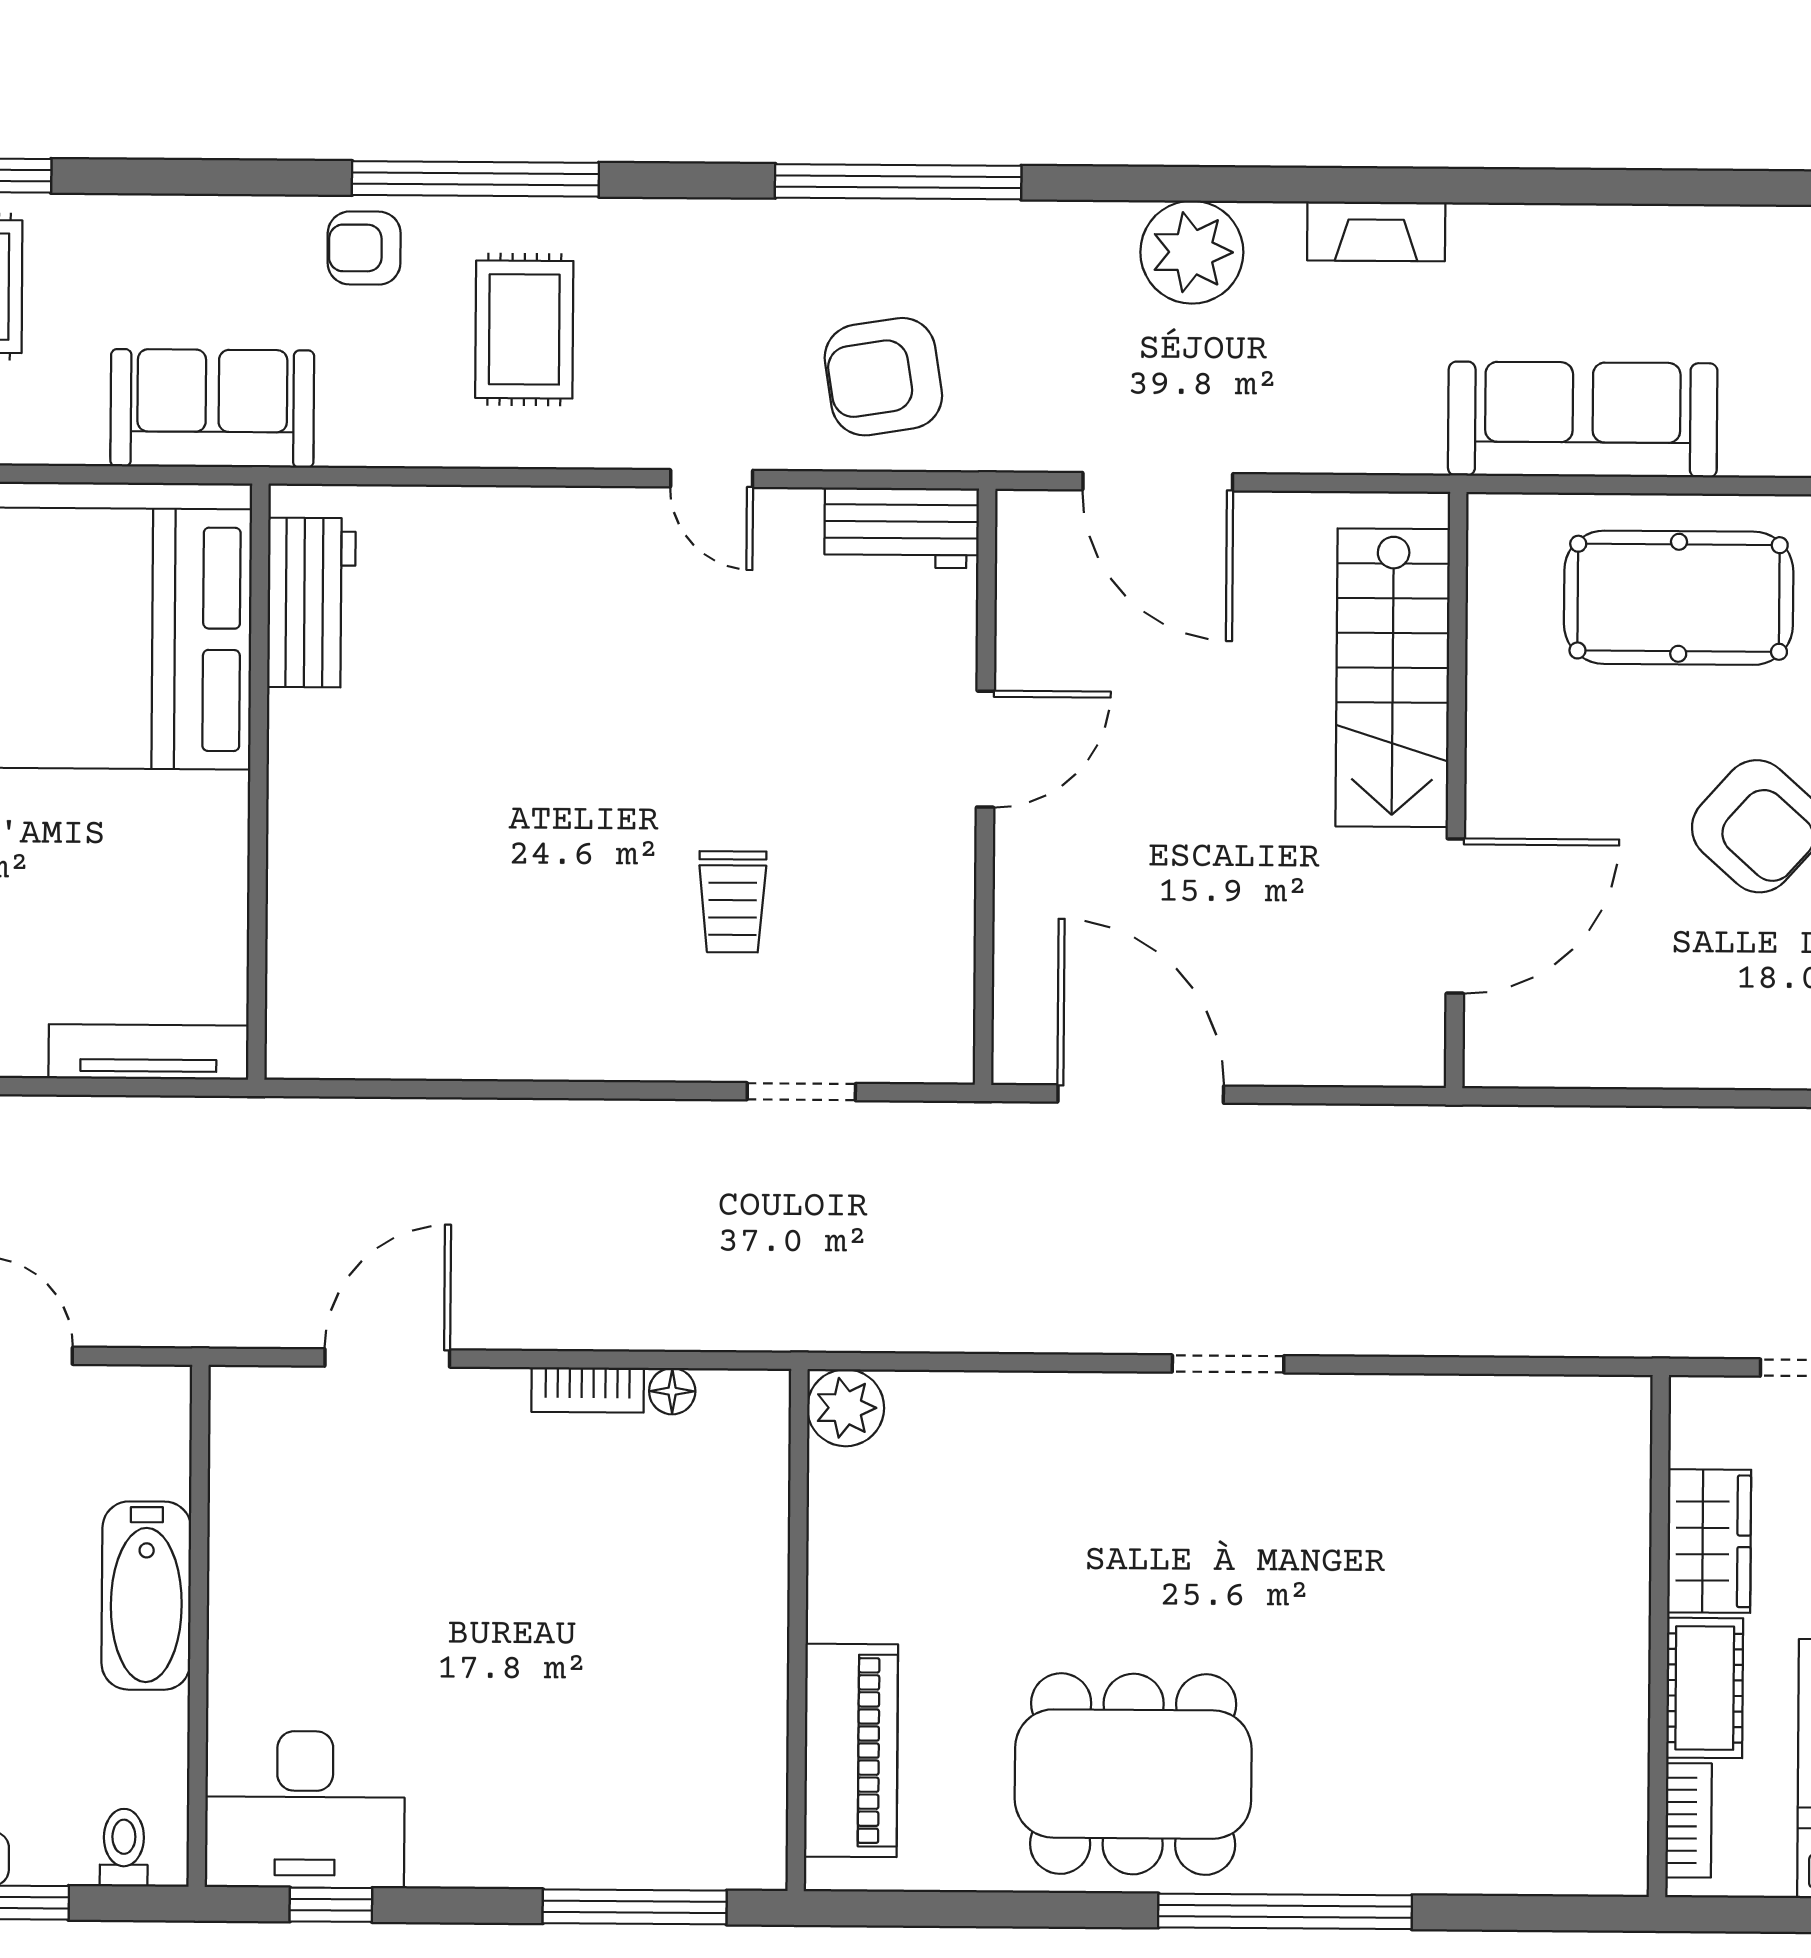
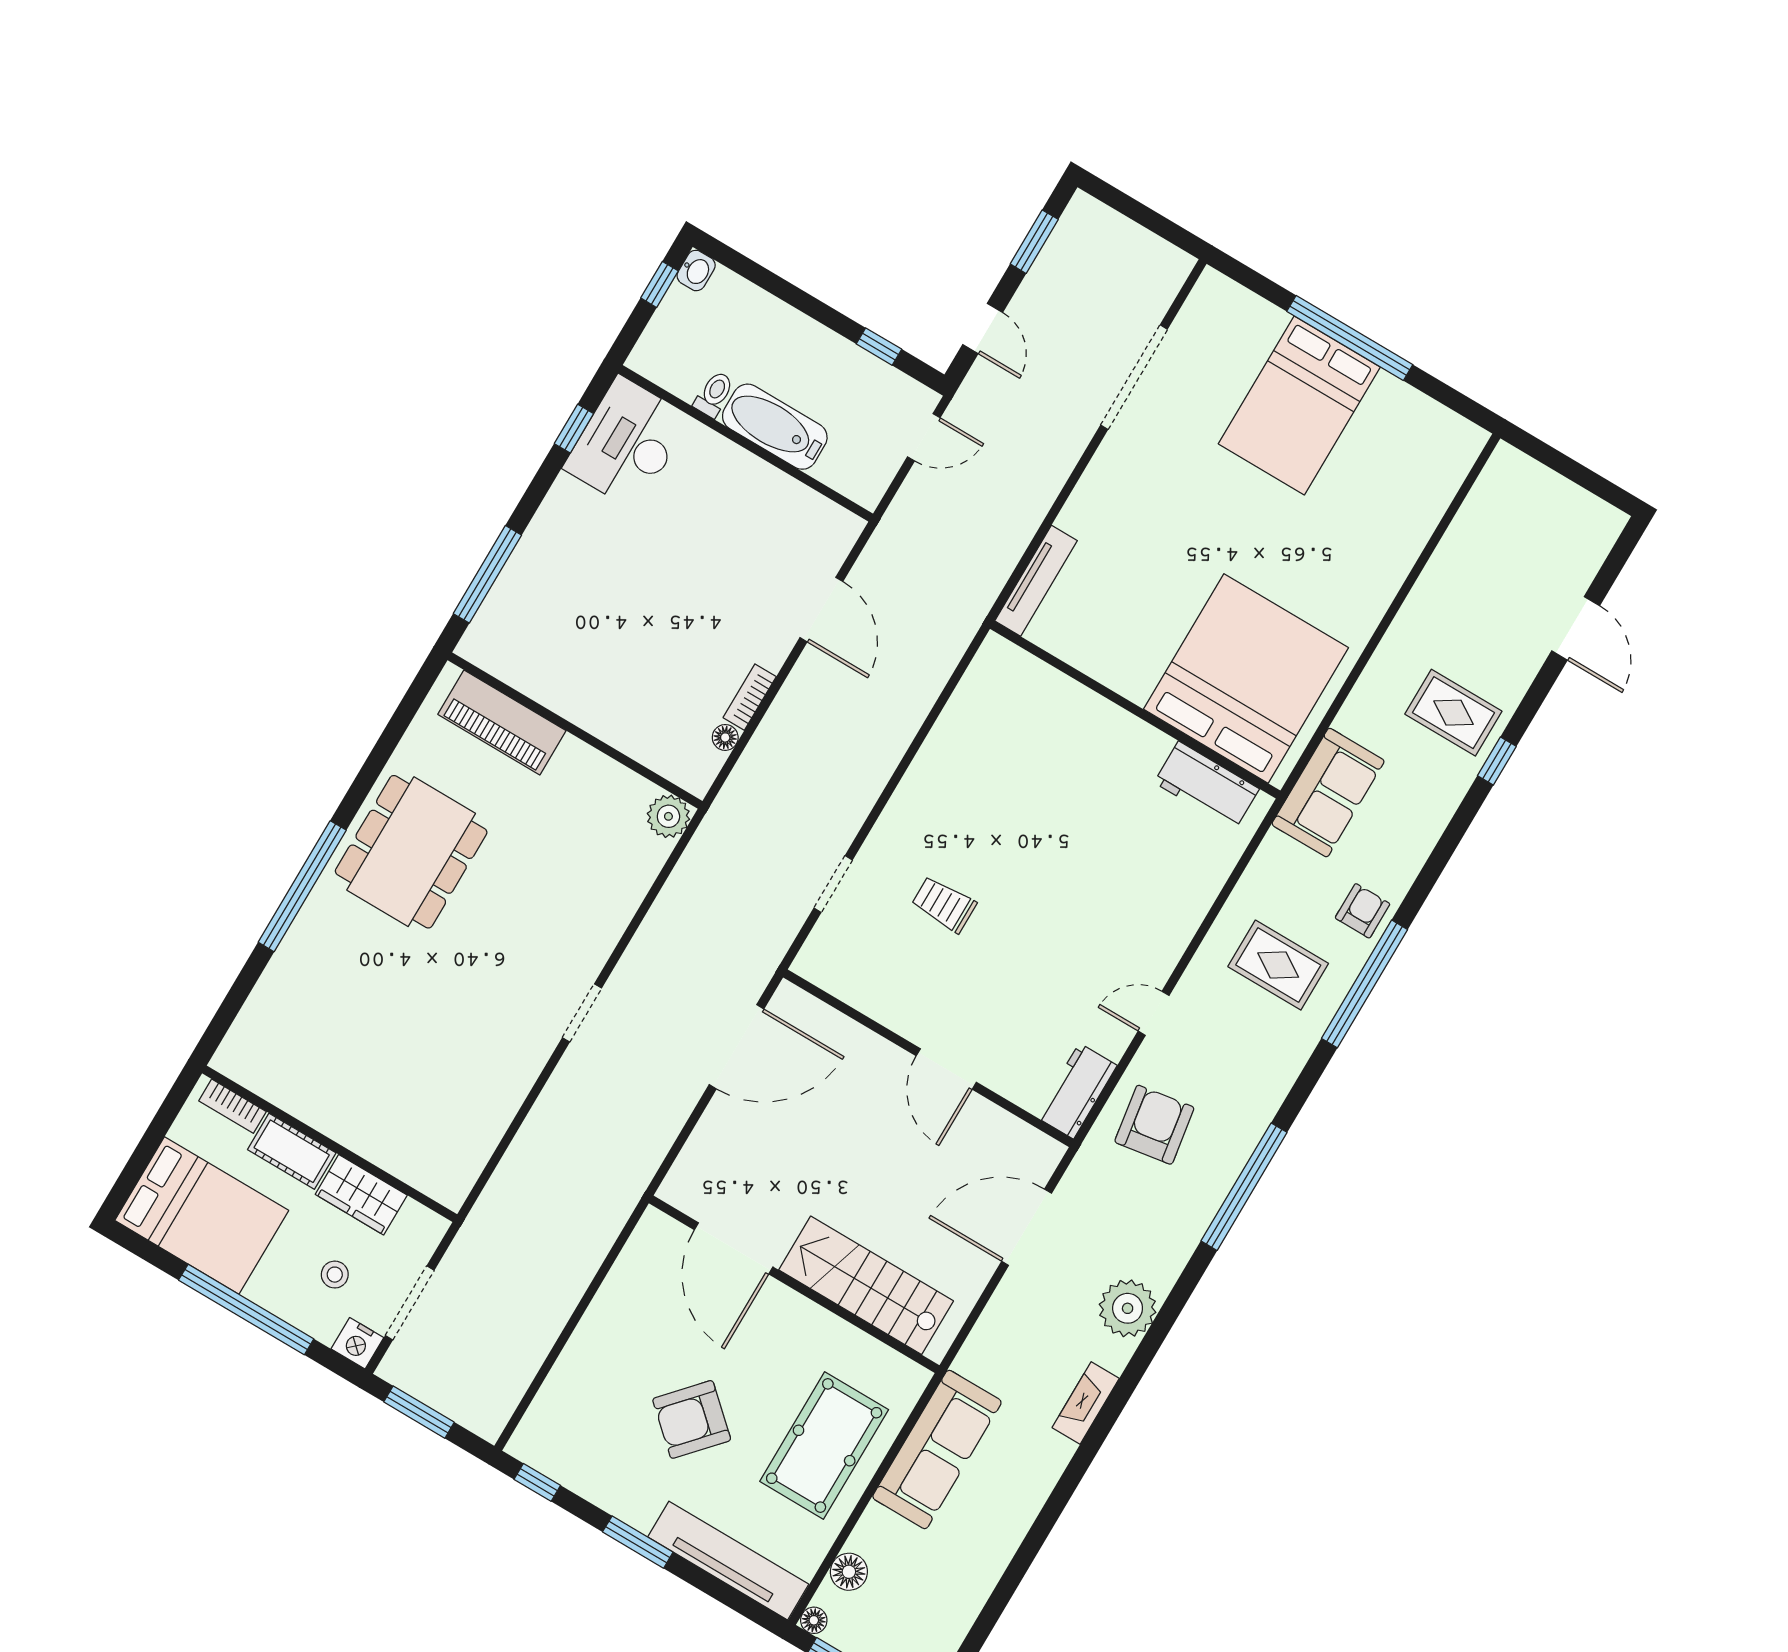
toilet: (124, 1848) -> (714, 394), moved, turned -90

